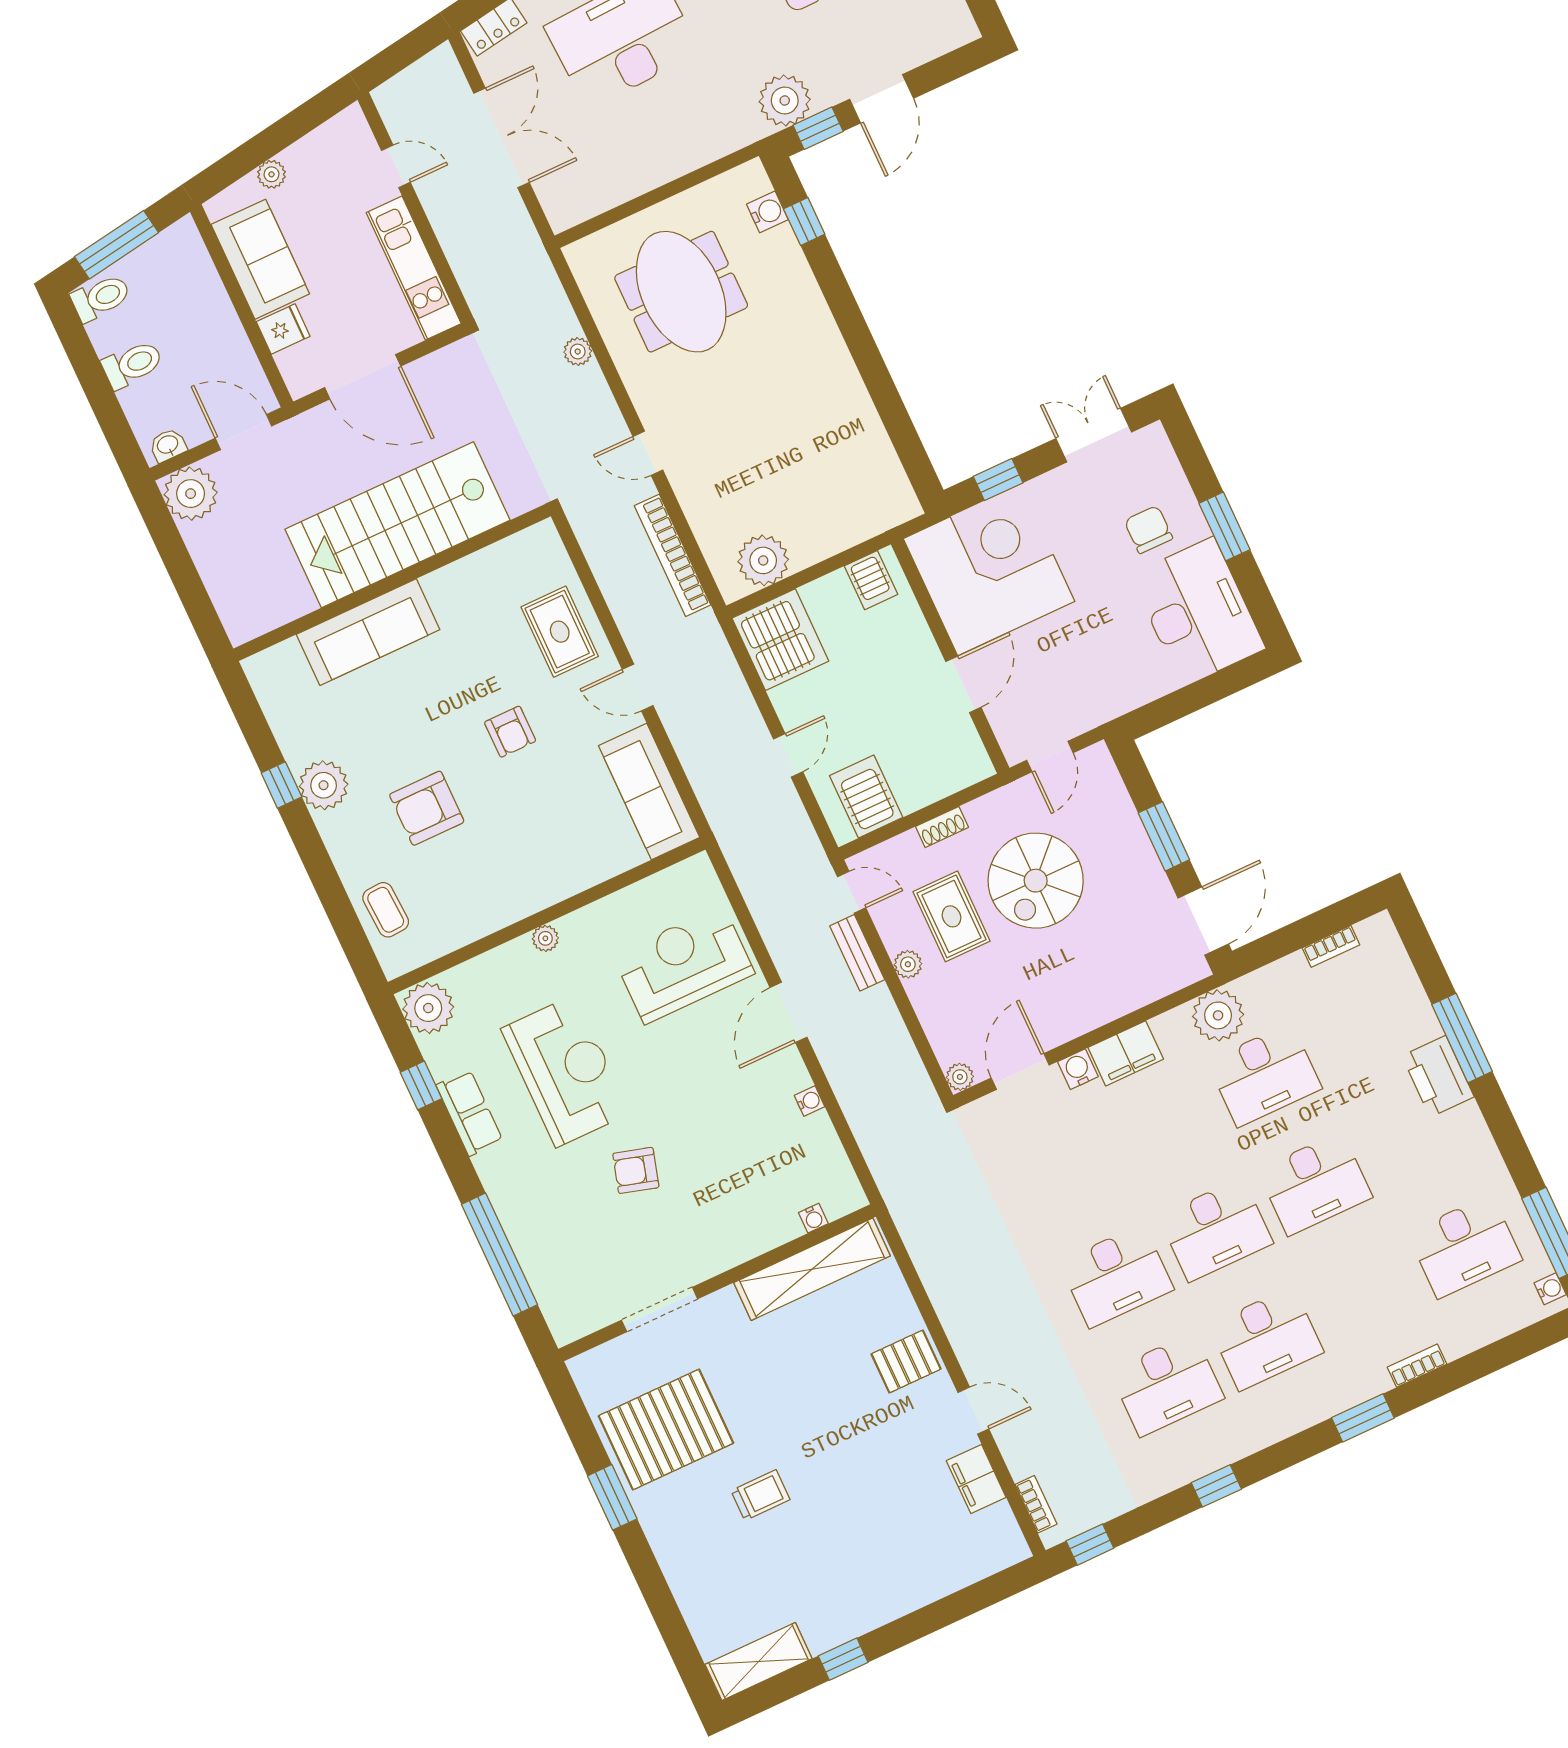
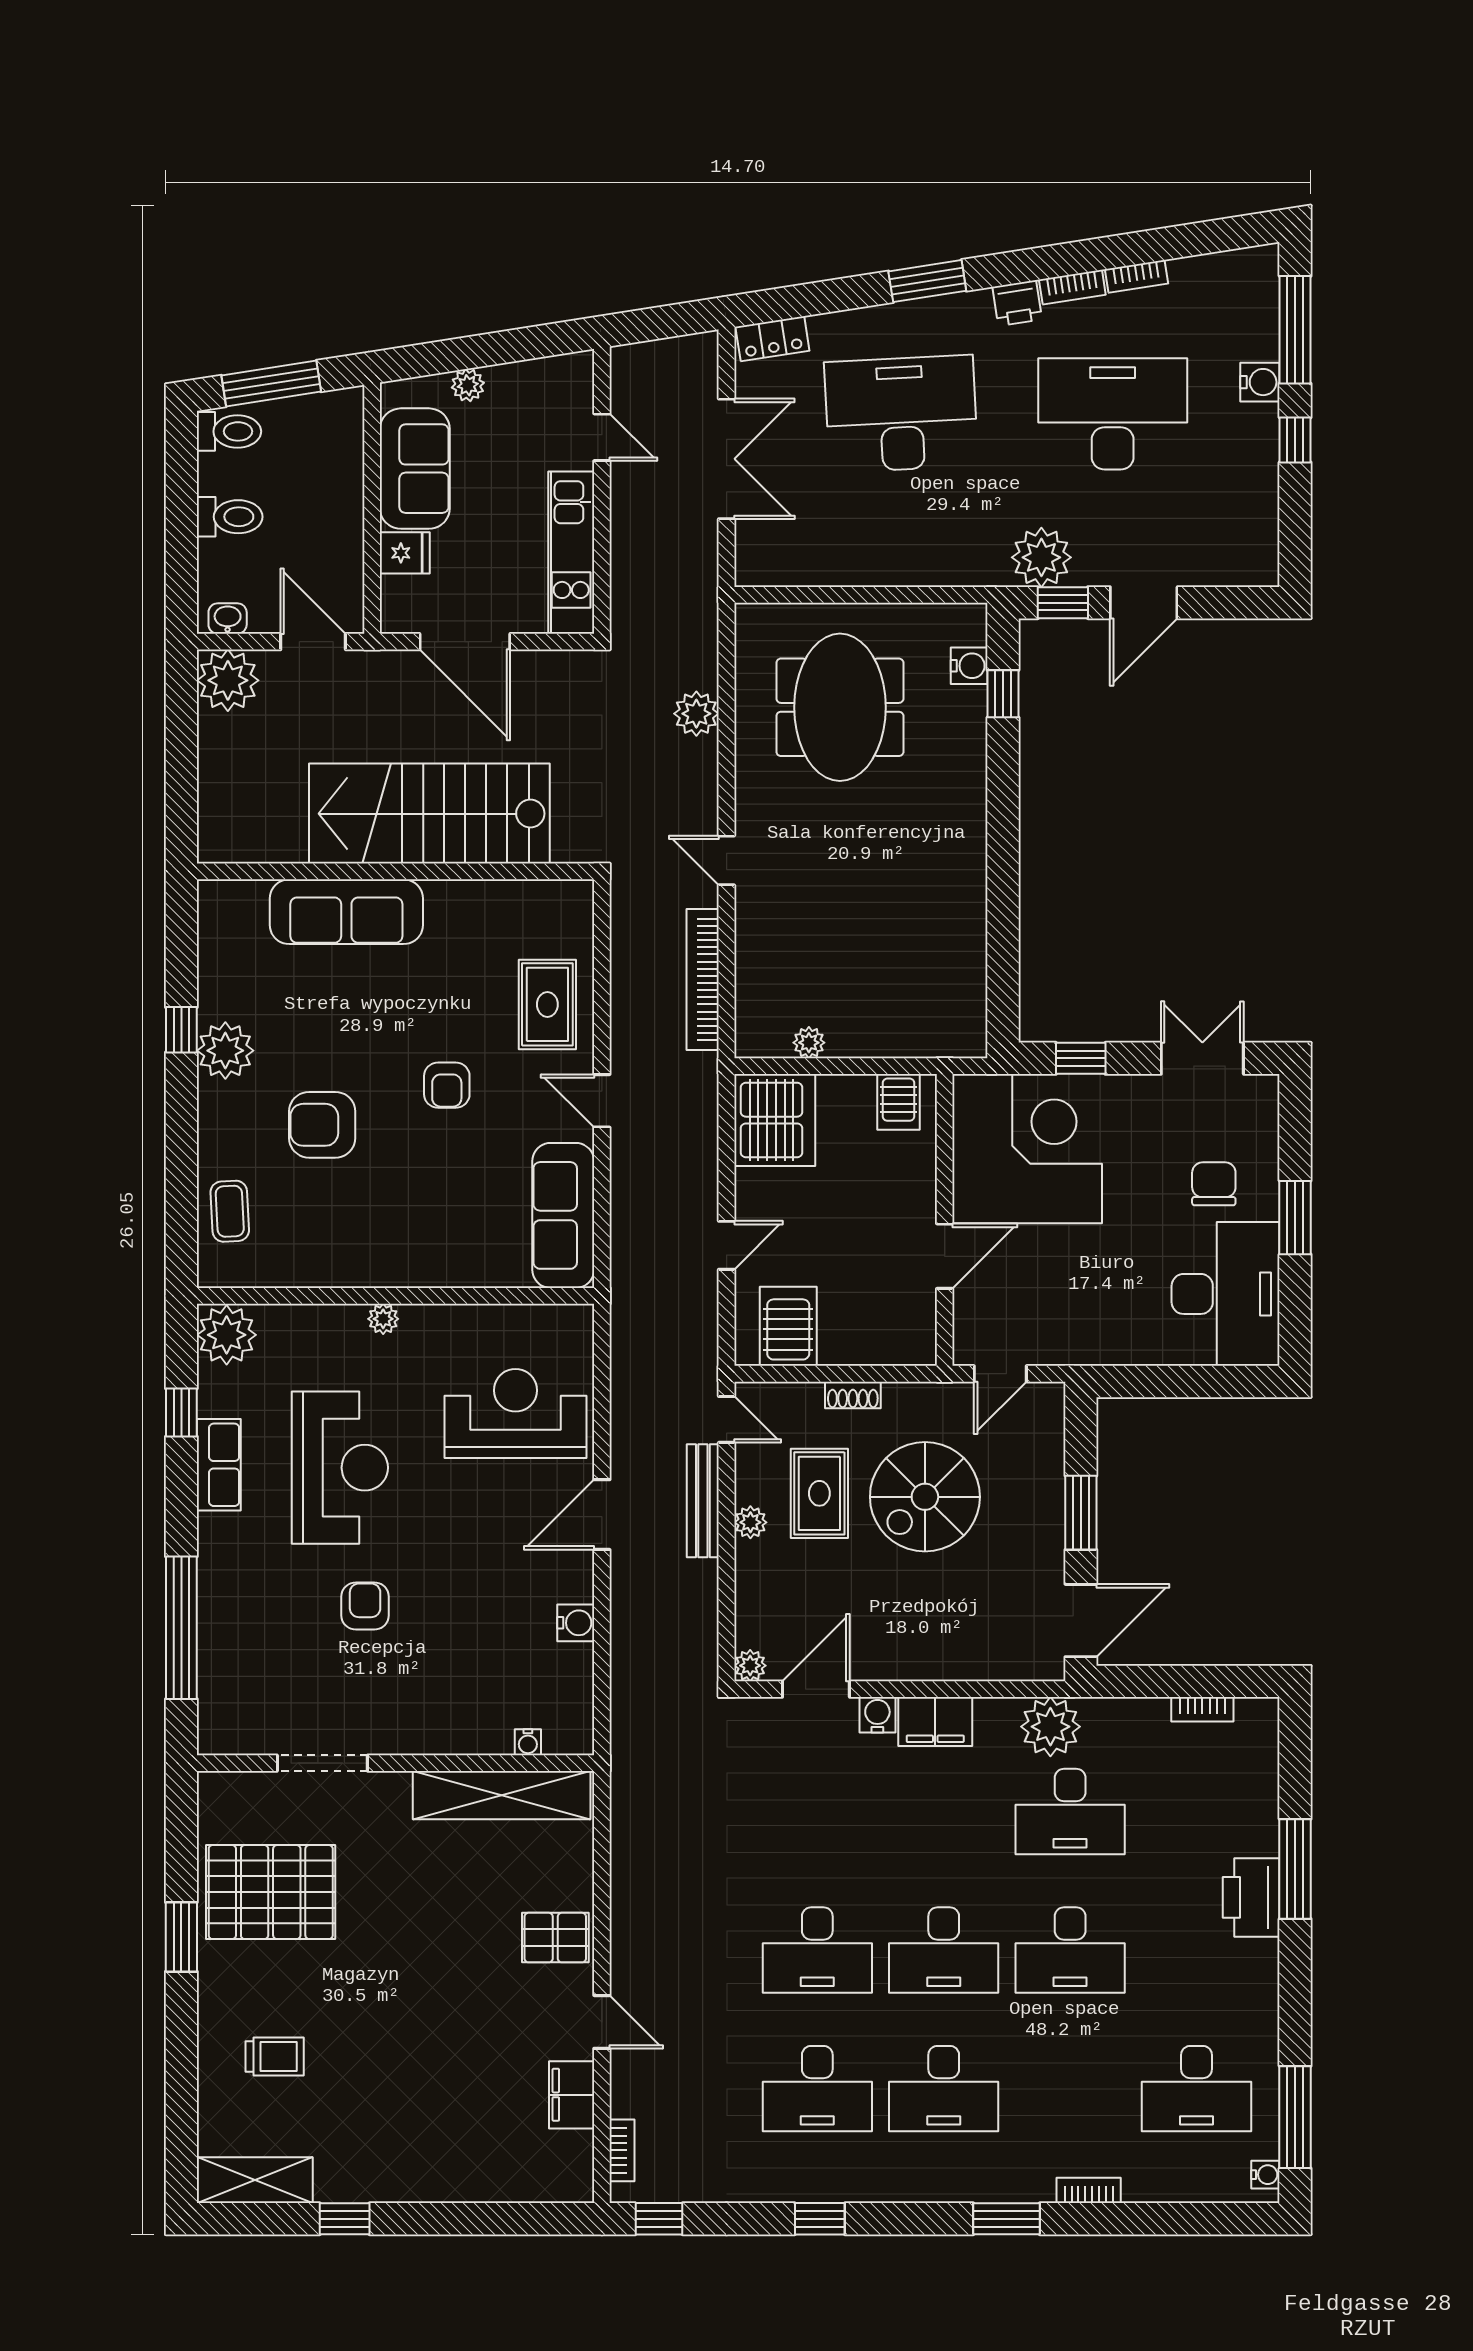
plant: (578, 352) -> (696, 714), width x1.38, depth x1.38
plant: (763, 560) -> (809, 1043), width x0.53, depth x0.53
bench: (857, 953) -> (703, 1501), width x1.36
water cooler: (810, 1101) -> (576, 1623), width x1.38, depth x1.38
armchair: (636, 1170) -> (365, 1606), turned 74
trolley: (760, 1495) -> (275, 2056), moved

